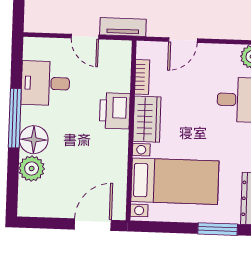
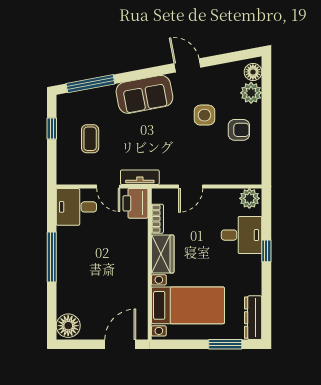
desk: (45, 83) -> (76, 207), moved
printer: (115, 111) -> (135, 203), moved
floor lamp: (34, 140) -> (68, 326), moved
plant: (32, 168) -> (67, 299), removed

